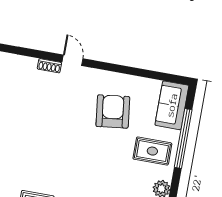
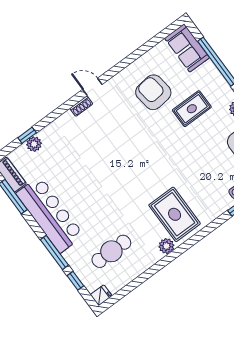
rug: (152, 151) -> (192, 109), moved

